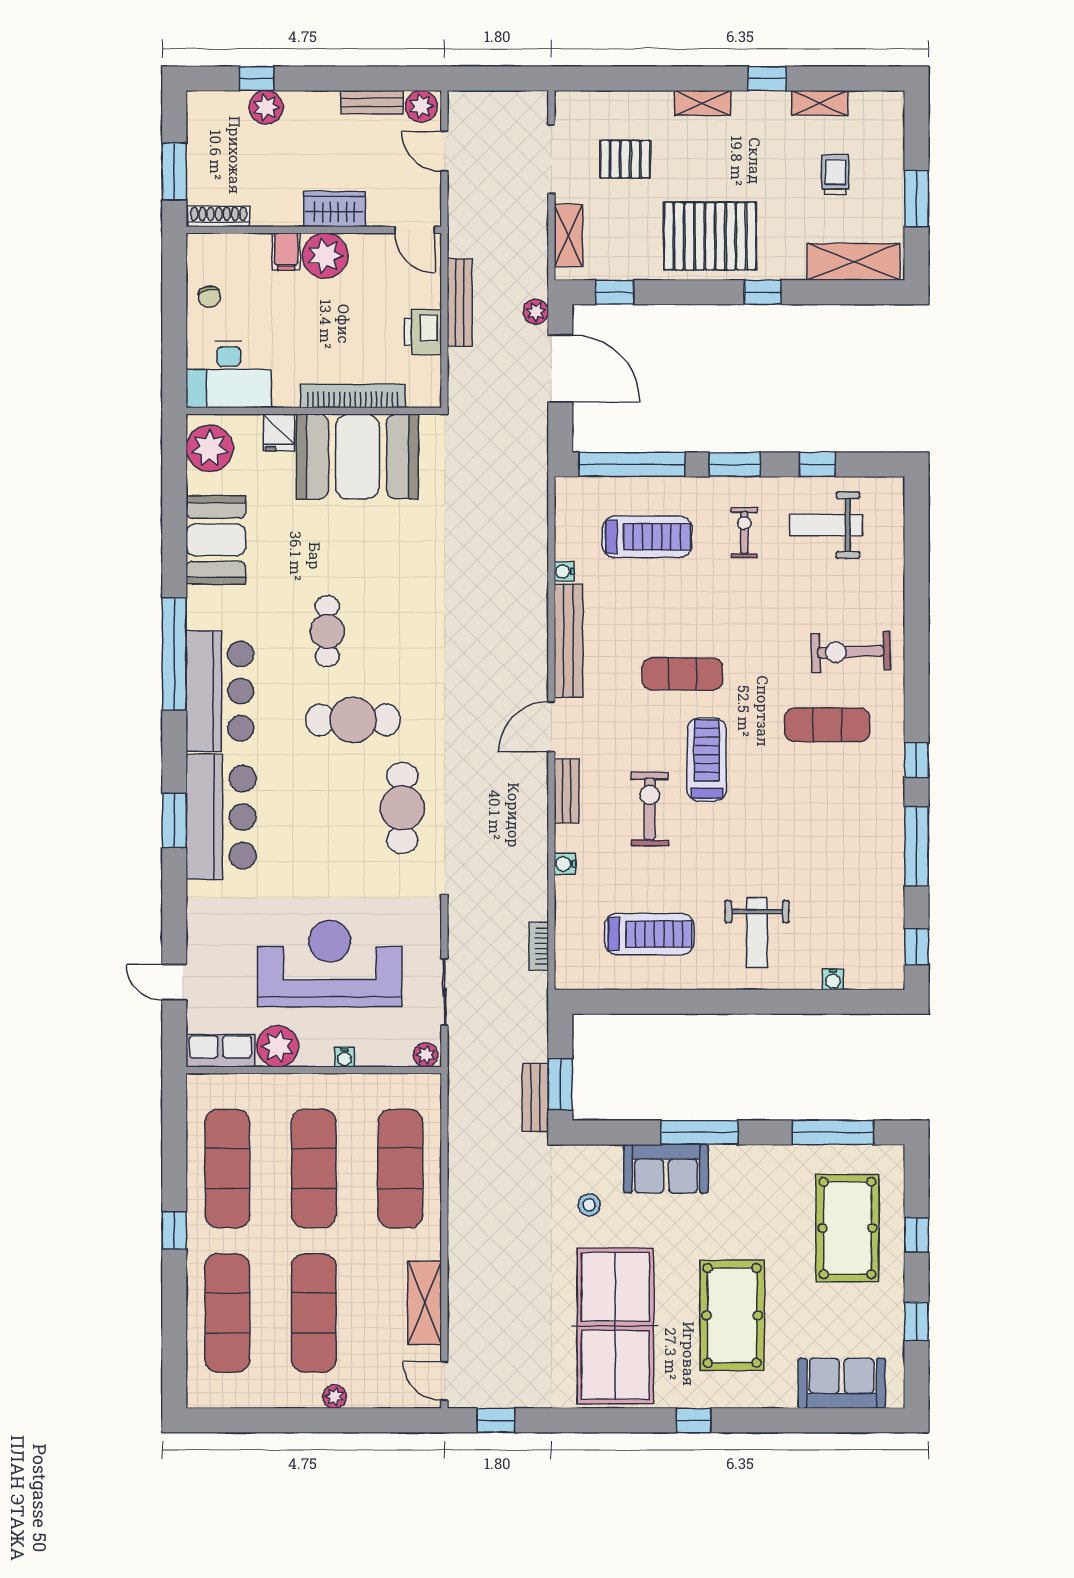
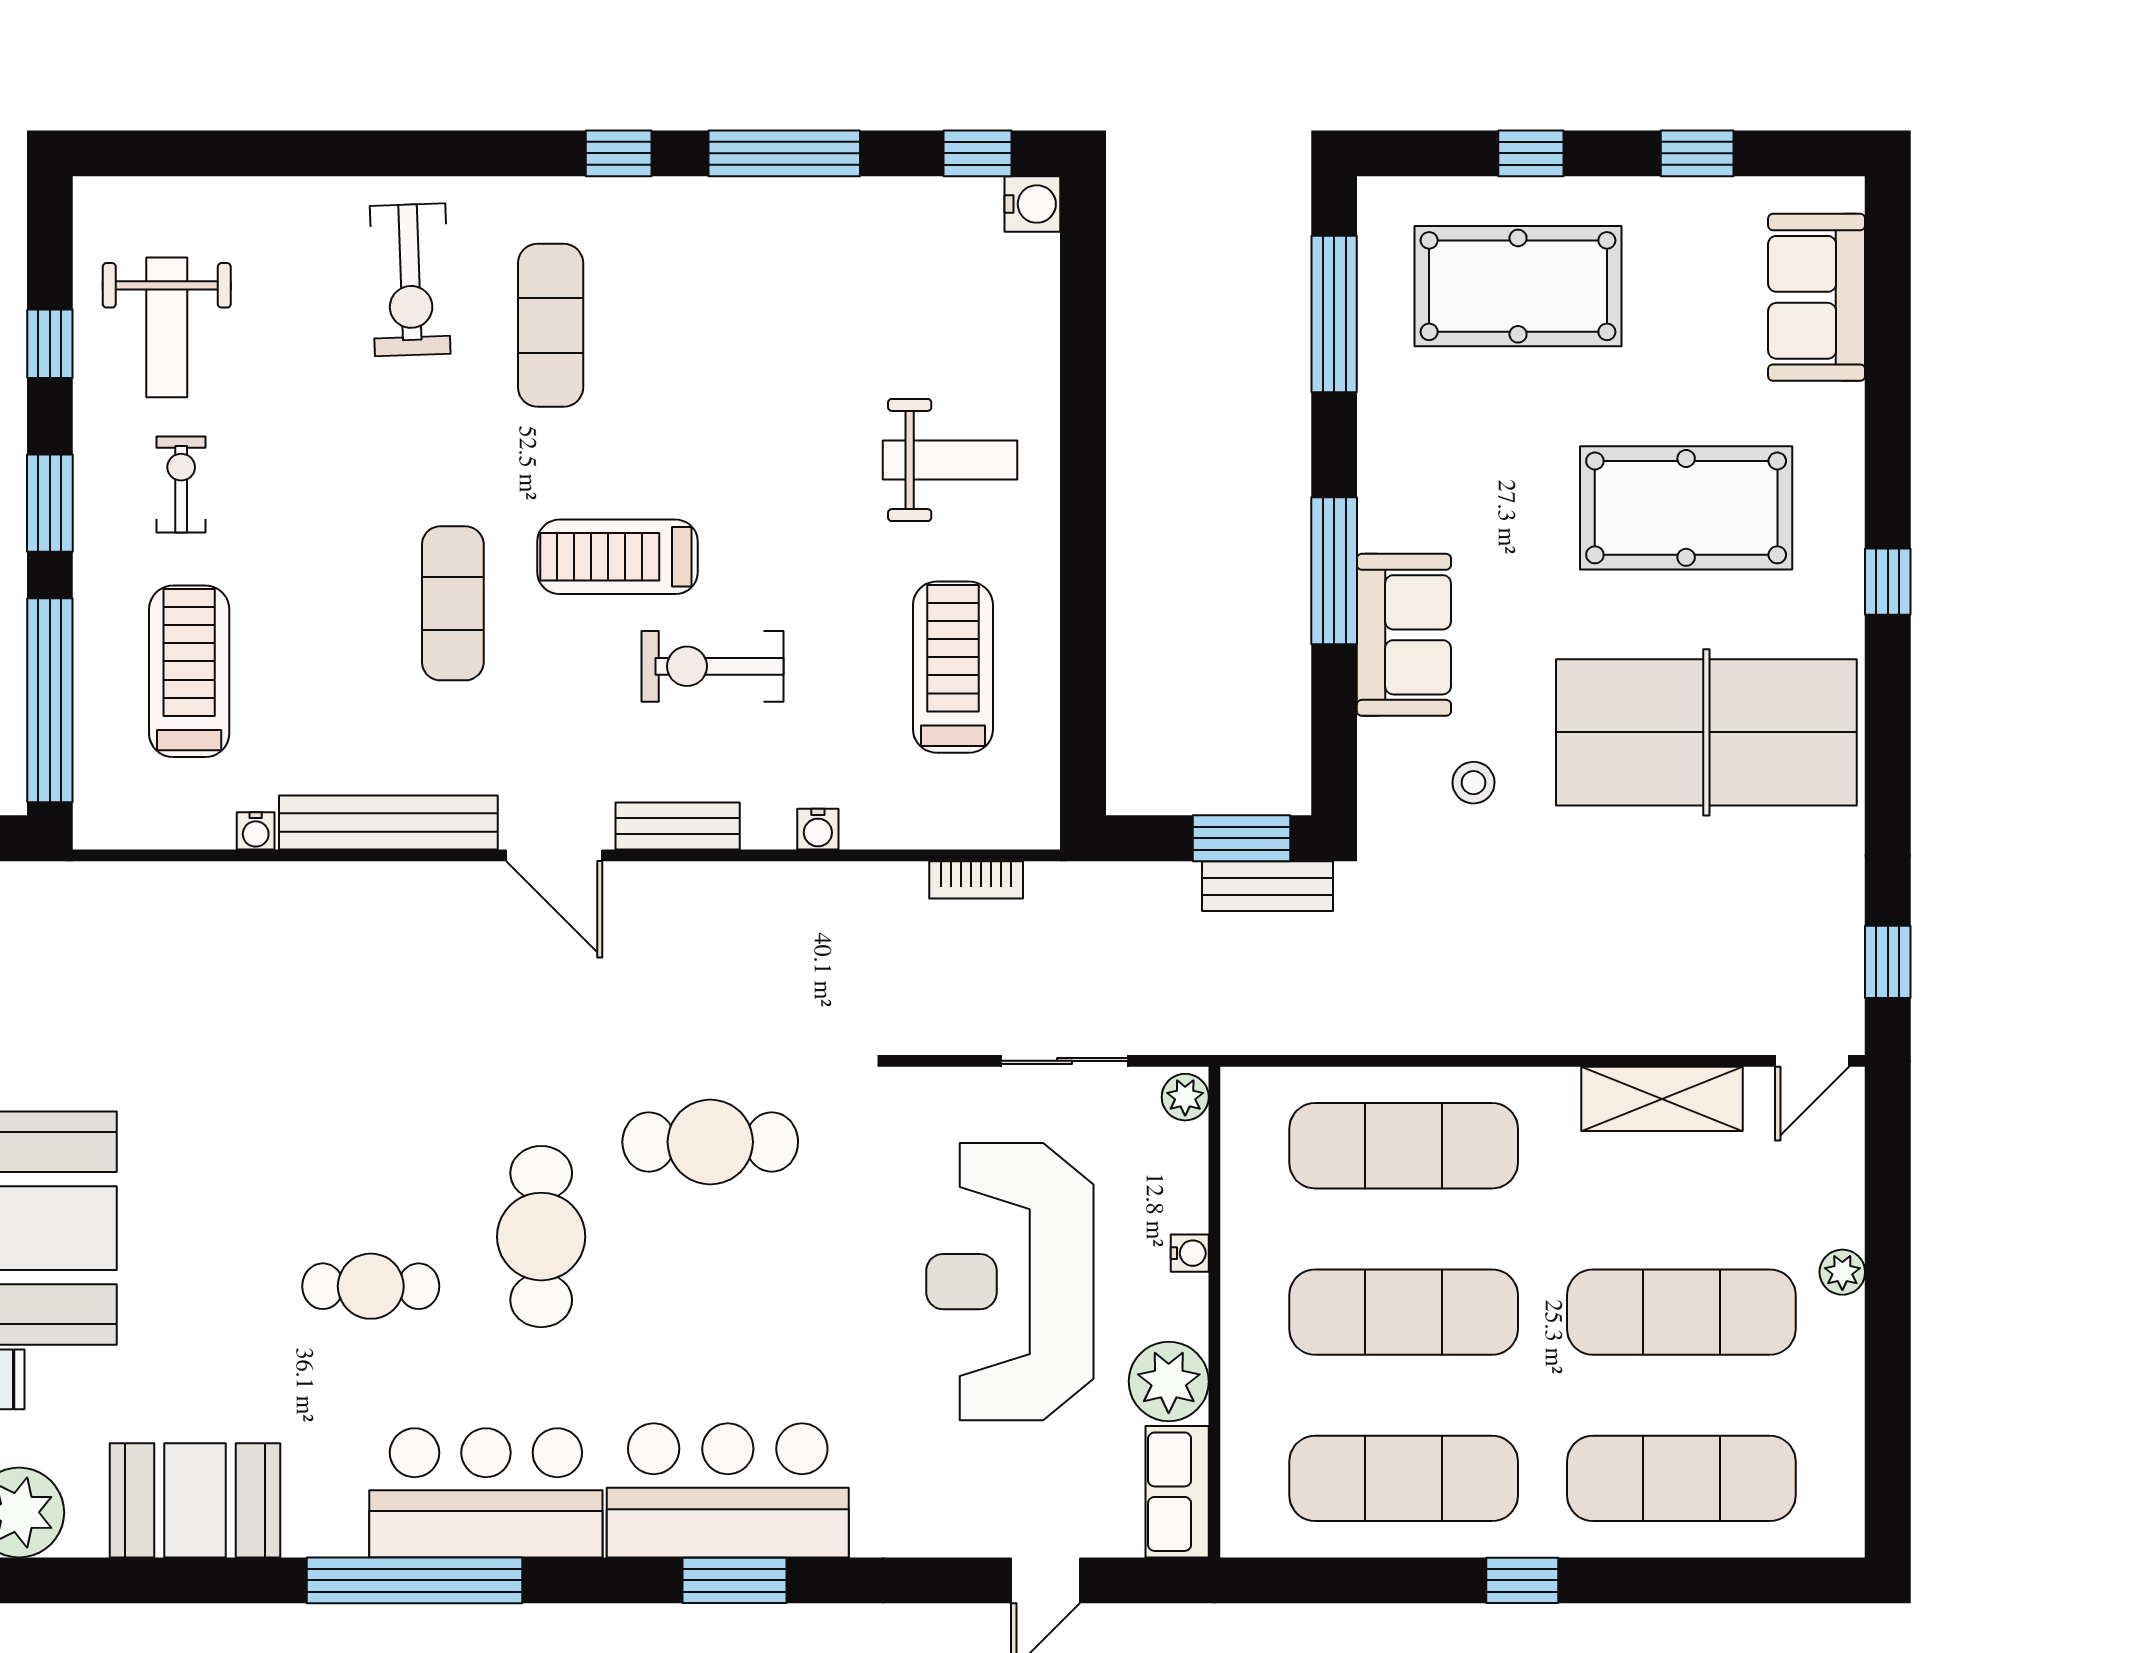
exercise bike: (744, 533) -> (181, 485), turned 90
water cooler: (833, 979) -> (1032, 204), moved, width x1.38, depth x1.38

